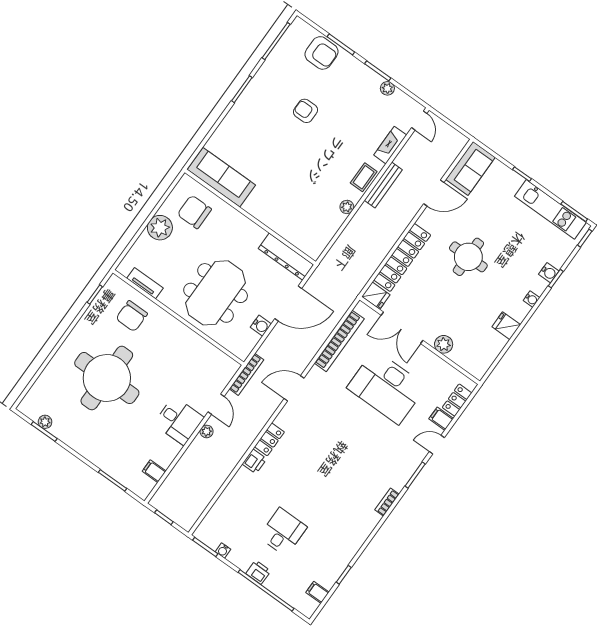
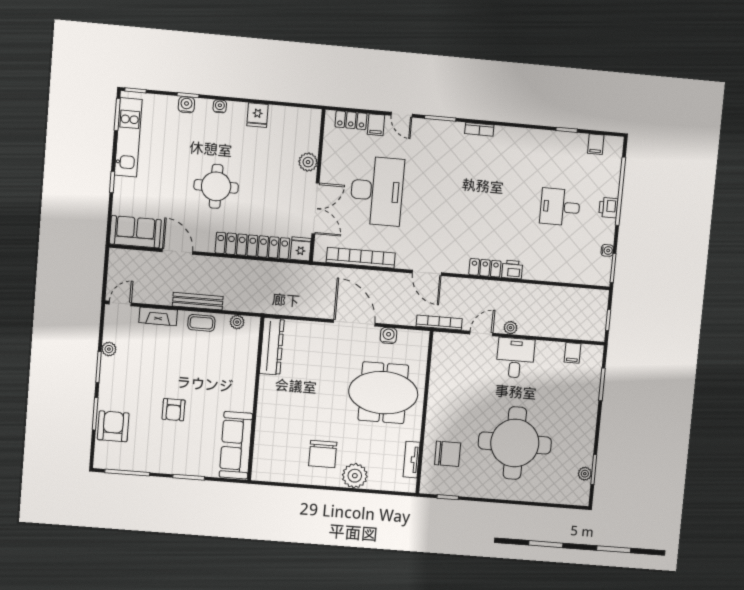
sofa: (221, 177) -> (236, 445), moved
wall: (250, 217) -> (256, 399), moved
dresser: (286, 257) -> (272, 346), moved

